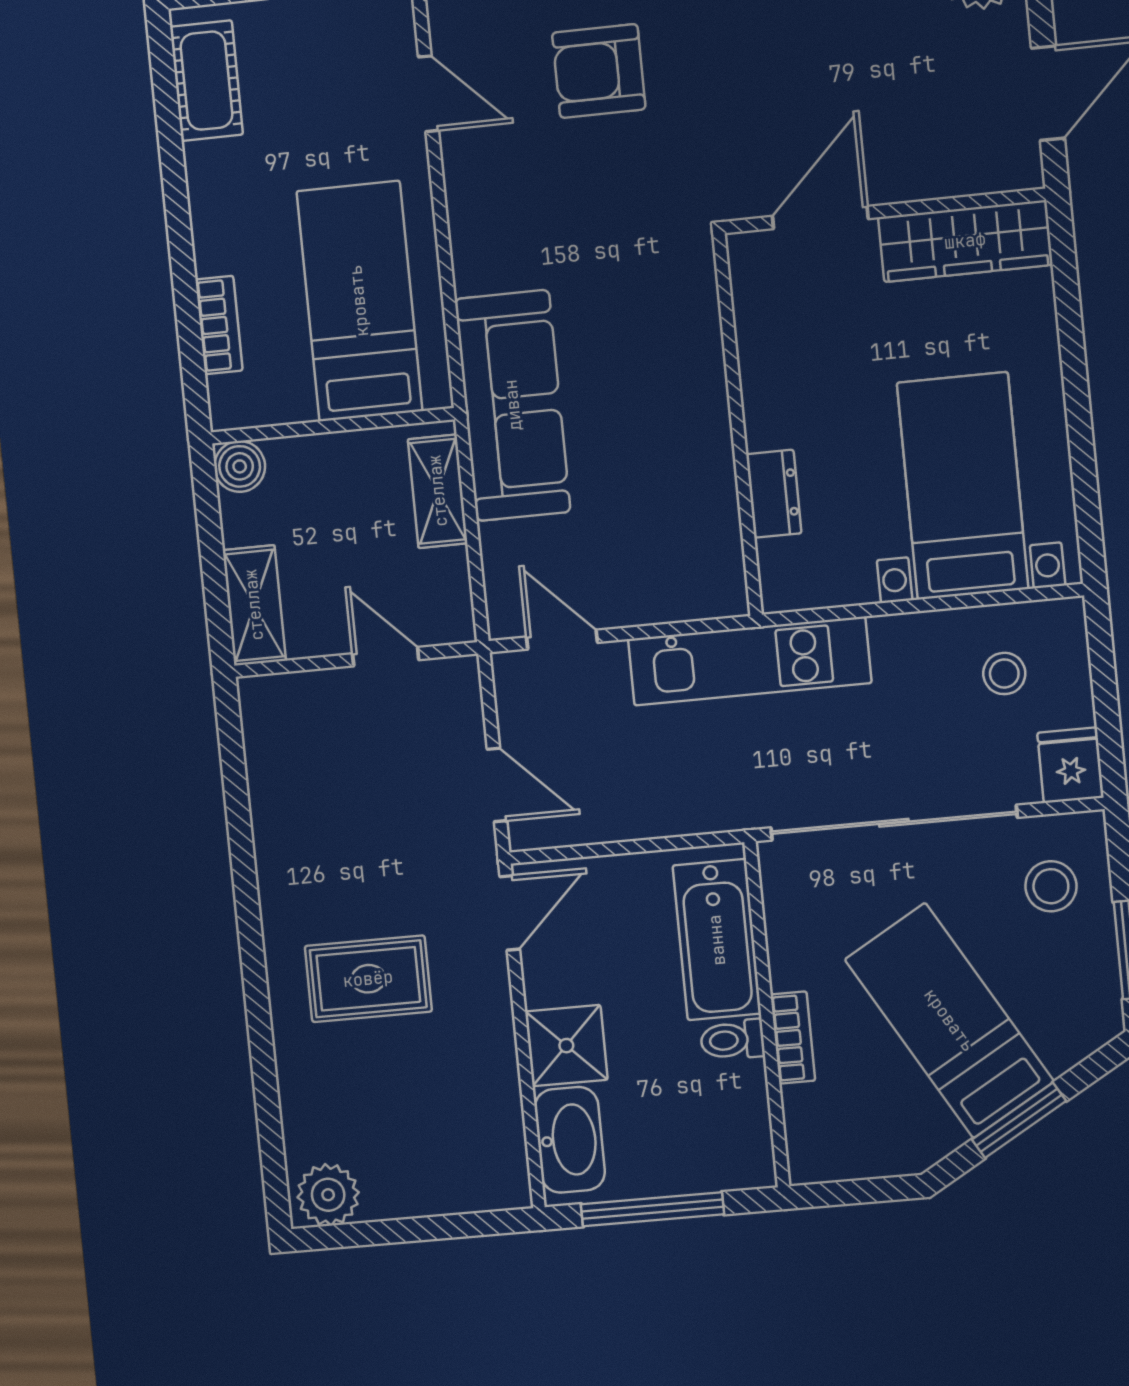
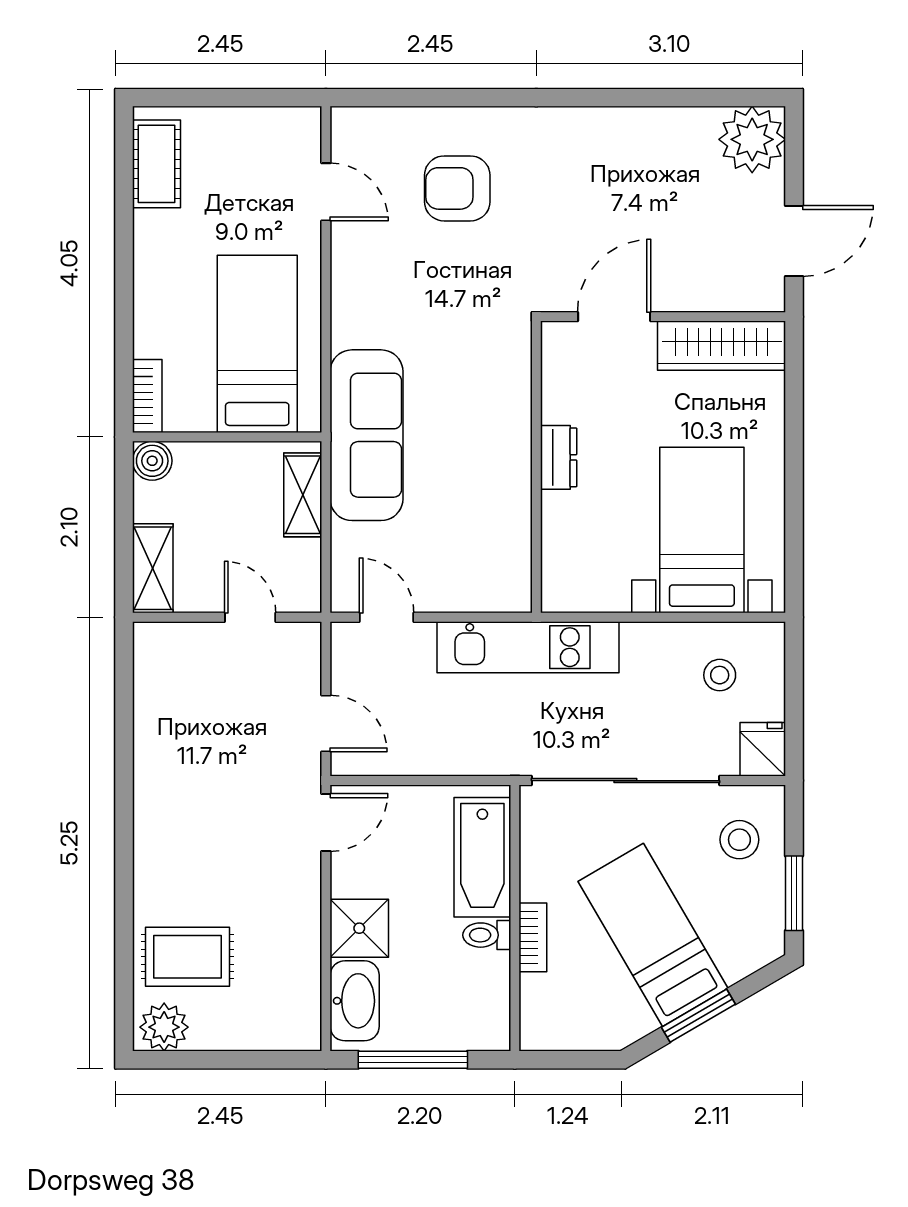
bookcase: (219, 325) -> (147, 396), moved
dresser: (774, 494) -> (559, 457), moved
rug: (368, 979) -> (188, 957), moved

